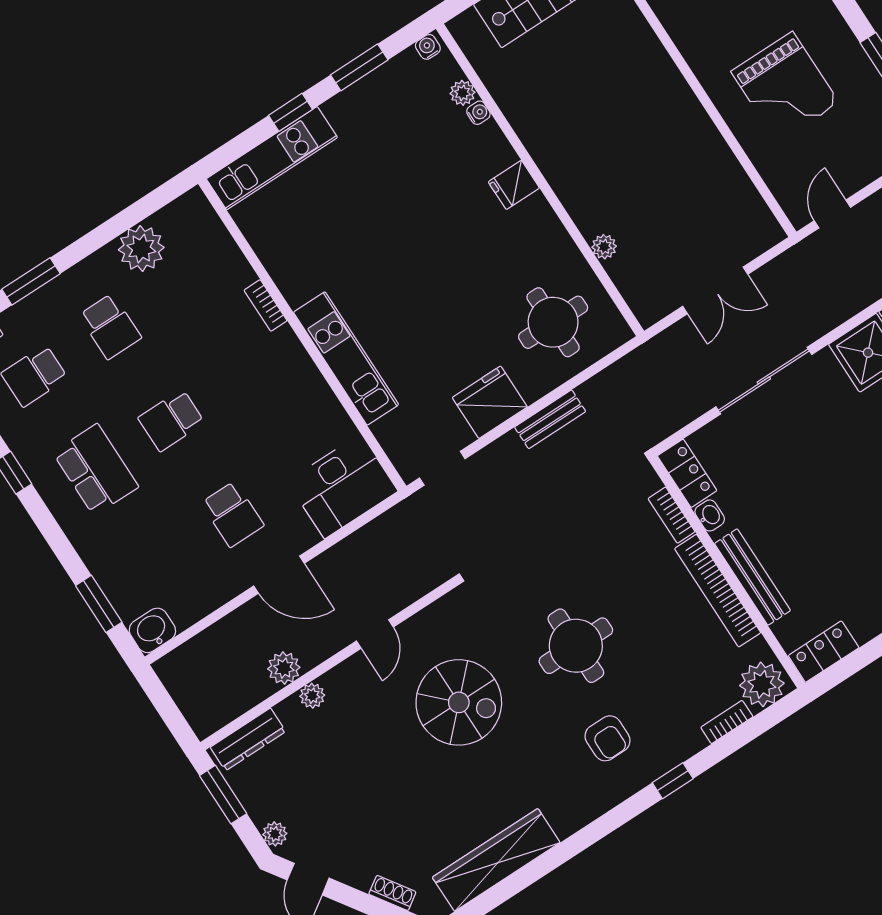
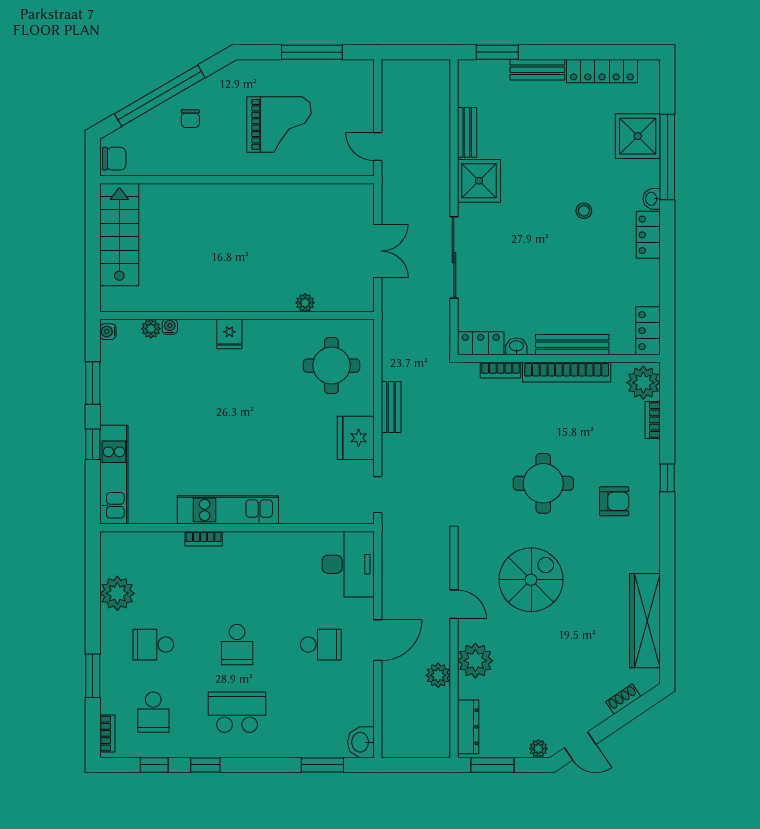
school desk: (110, 326) -> (153, 645), turned 180
kitchen unit: (346, 358) -> (228, 510), moved
plant: (312, 696) -> (475, 661), width x1.88, depth x1.88

